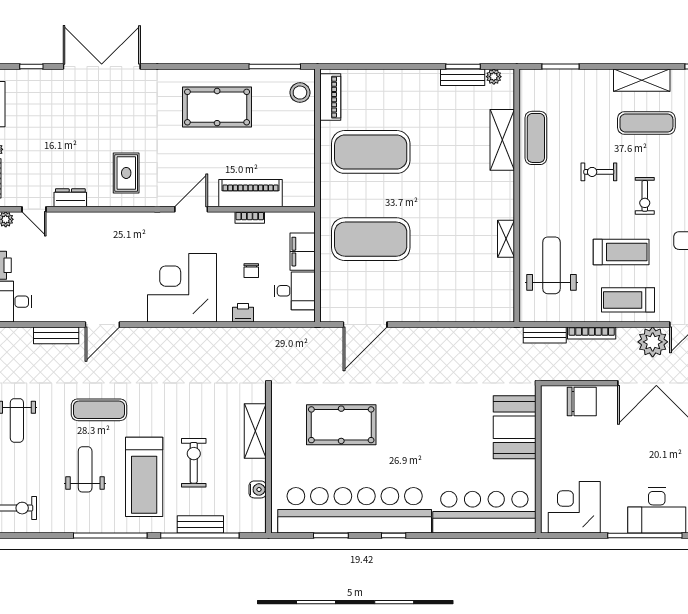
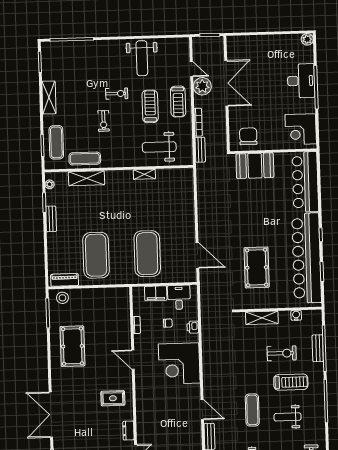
bench: (463, 77) -> (51, 219), moved
exercise mat: (646, 123) -> (56, 142), moved
piano: (251, 193) -> (122, 325), removed
chair: (582, 401) -> (248, 136), moved
exercise bike: (194, 463) -> (282, 353), turned 180
treadmill: (144, 477) -> (291, 382), width x0.73, depth x0.73

